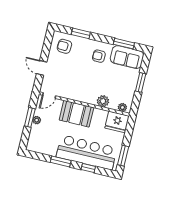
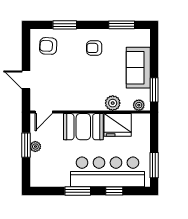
sofa: (127, 57) -> (138, 68), moved, turned 90
window: (141, 82) -> (154, 90), moved
fridge: (117, 122) -> (118, 125), moved

